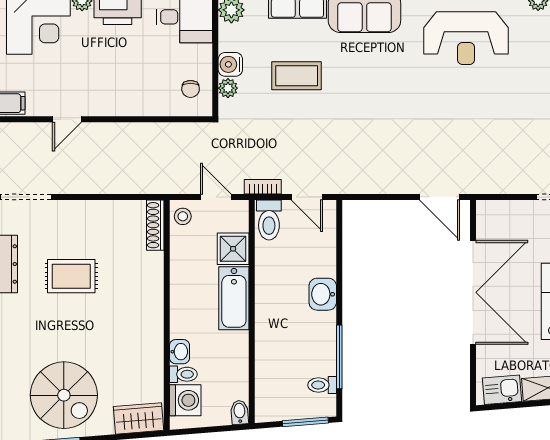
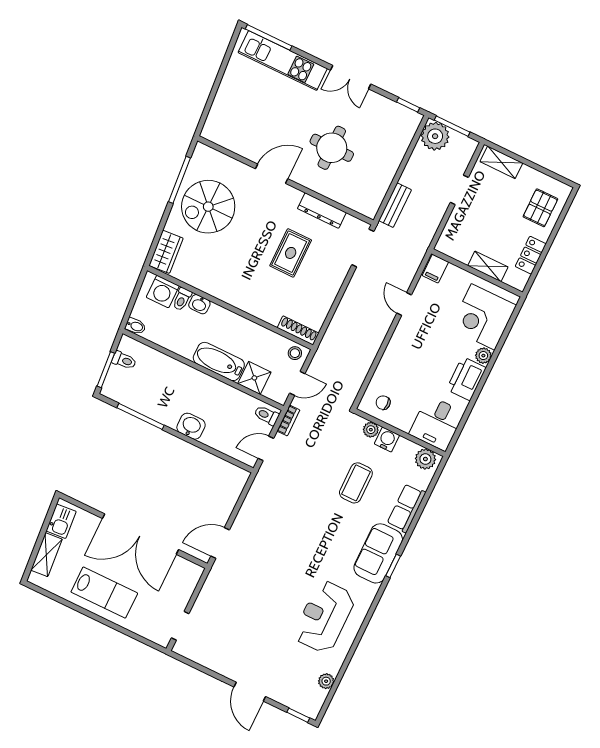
toilet: (269, 220) -> (267, 415), width x0.73, depth x0.72
toilet: (322, 385) -> (124, 360), moved, turned 85

